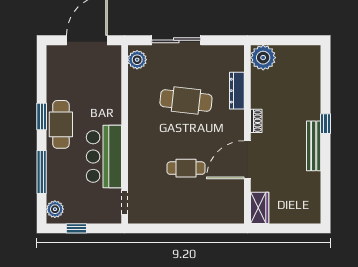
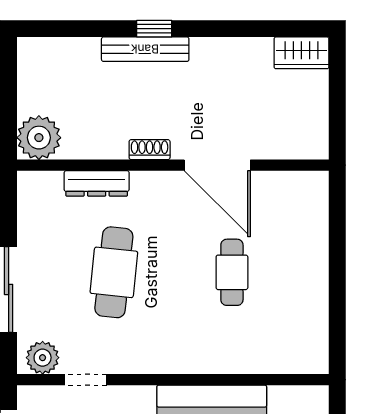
bench: (314, 146) -> (145, 49), moved
doorway: (125, 202) -> (86, 380), moved
wardrobe: (260, 208) -> (301, 53), moved, turned 180

